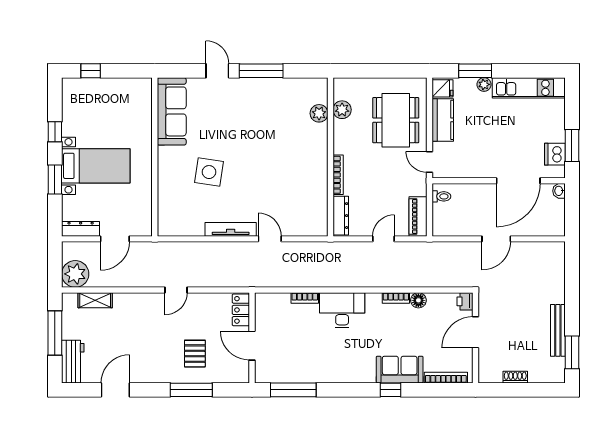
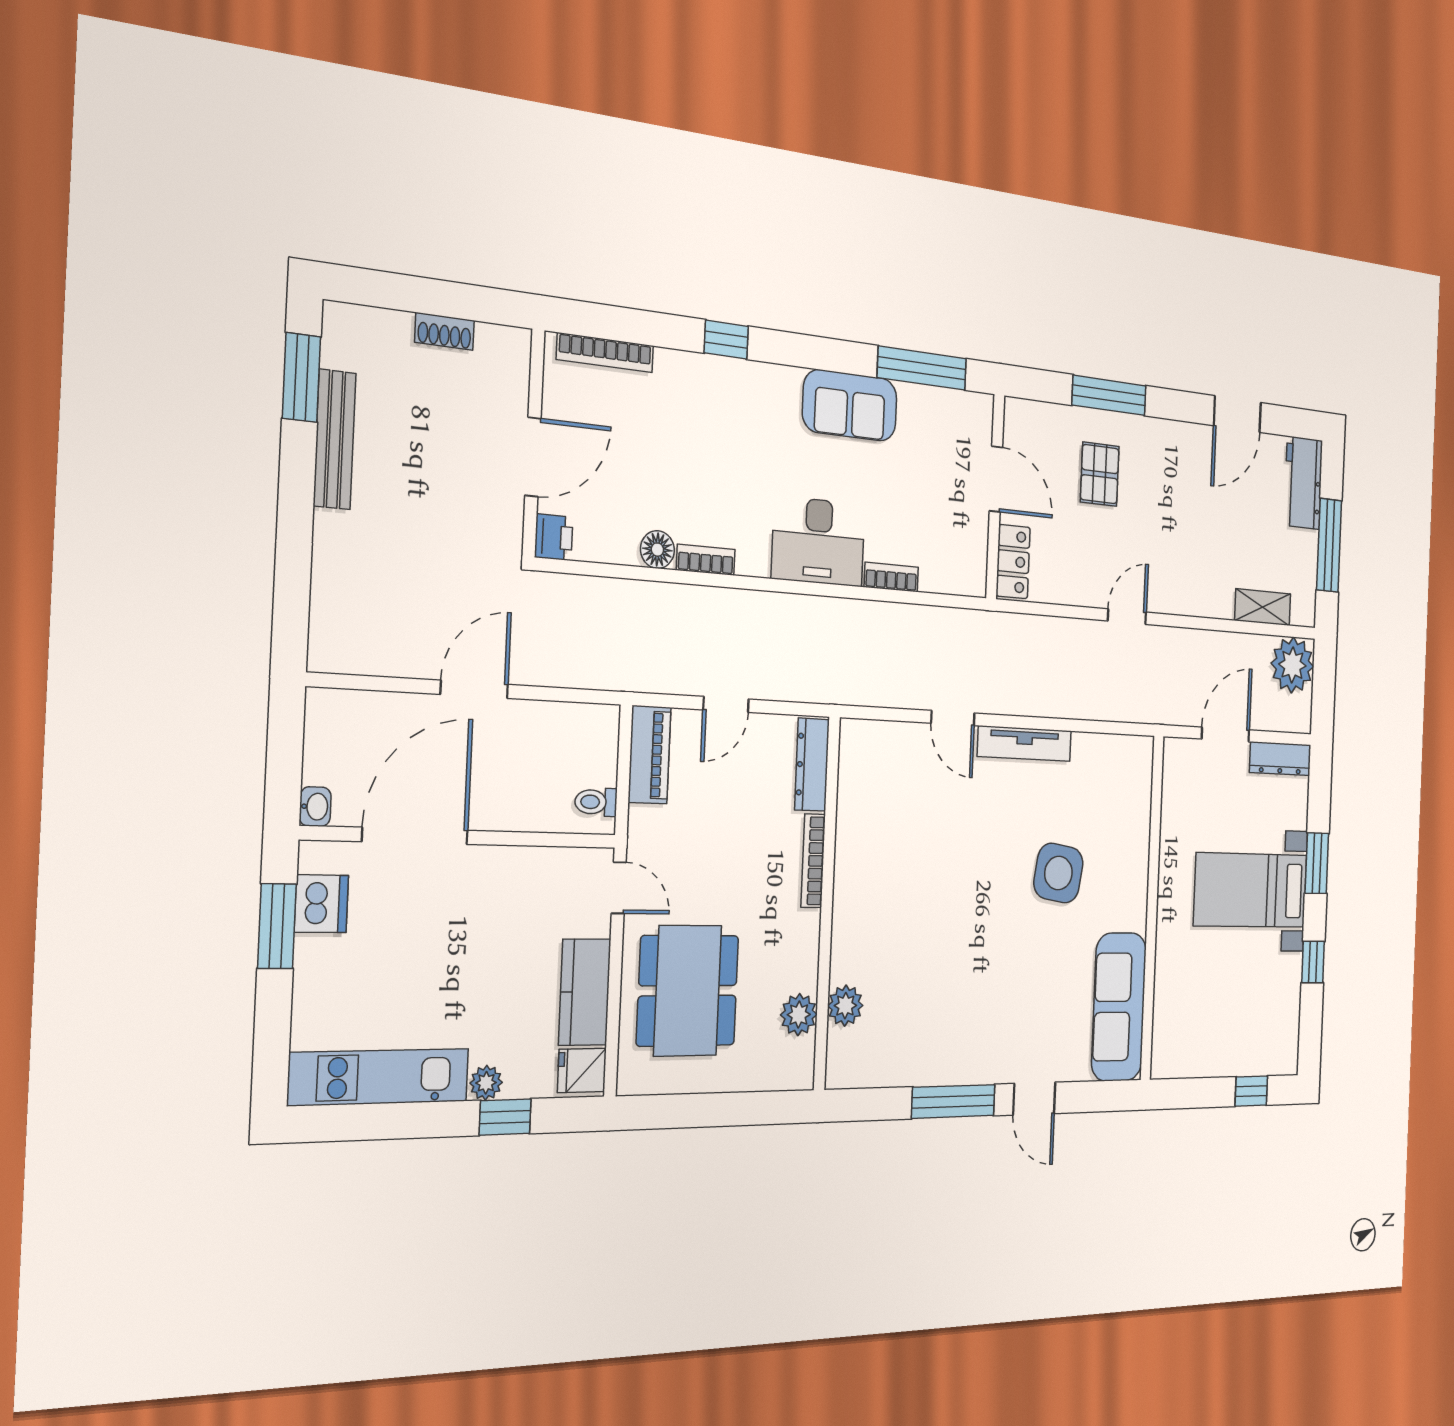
window: (475, 71) -> (505, 1117), width x0.67
sofa: (400, 370) -> (850, 405), moved

